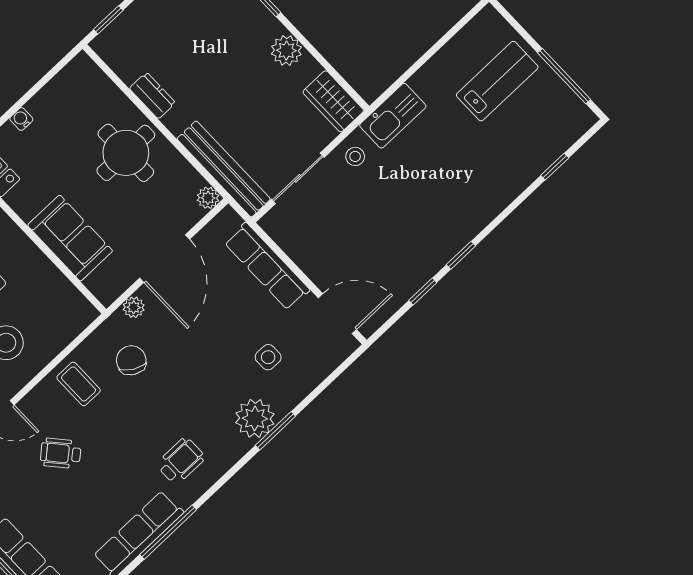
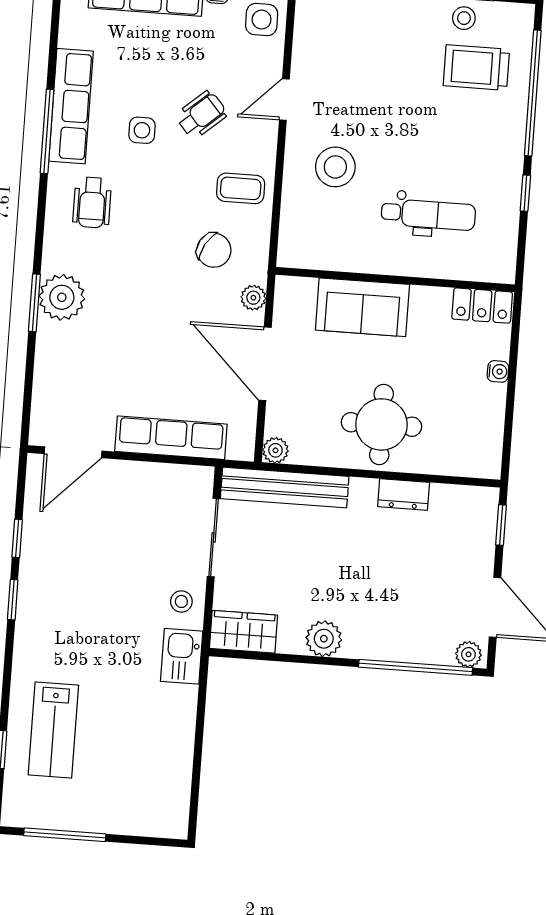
lab bench: (497, 81) -> (53, 730), moved
kitchen sink: (393, 116) -> (182, 656), width x0.73
side table: (268, 357) -> (142, 130), moved

